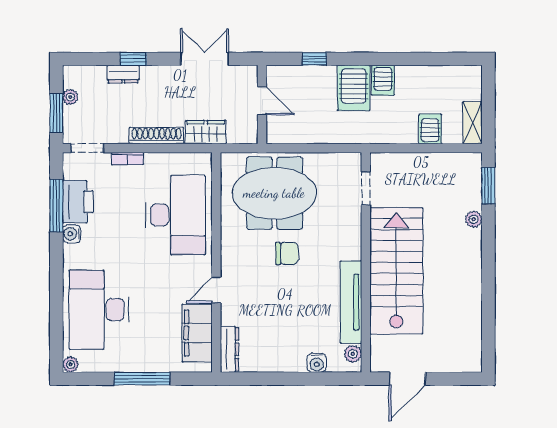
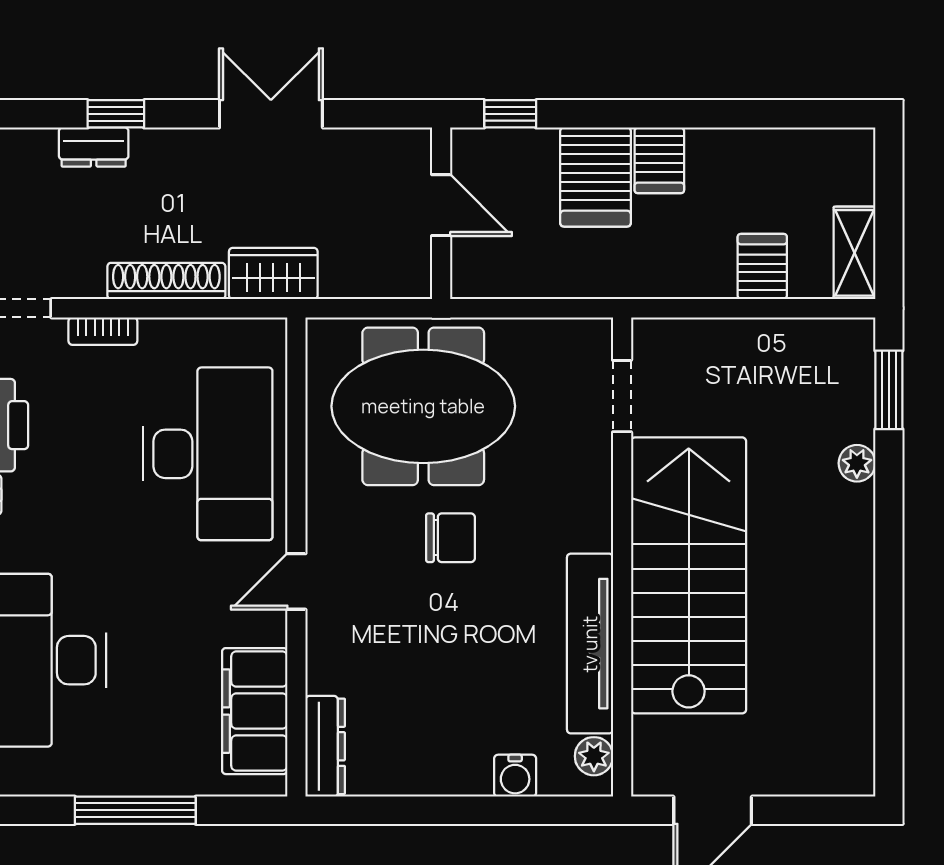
door: (262, 101) -> (441, 205), moved
wall: (262, 105) -> (441, 213), moved
door: (216, 290) -> (296, 581), moved

